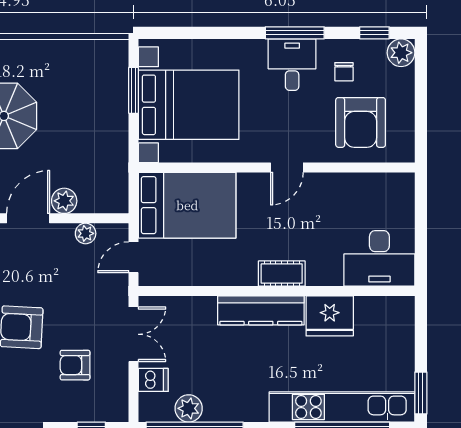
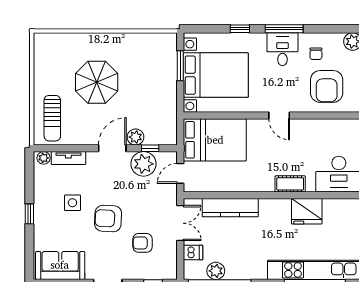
window: (374, 33) -> (240, 29), moved
door: (287, 167) -> (279, 115), hinge flipped
window: (87, 218) -> (150, 148), added
plant: (86, 233) -> (143, 164), width x1.87, depth x1.87
cot: (282, 274) -> (290, 184), moved
kitchen counter: (261, 310) -> (230, 208), moved

